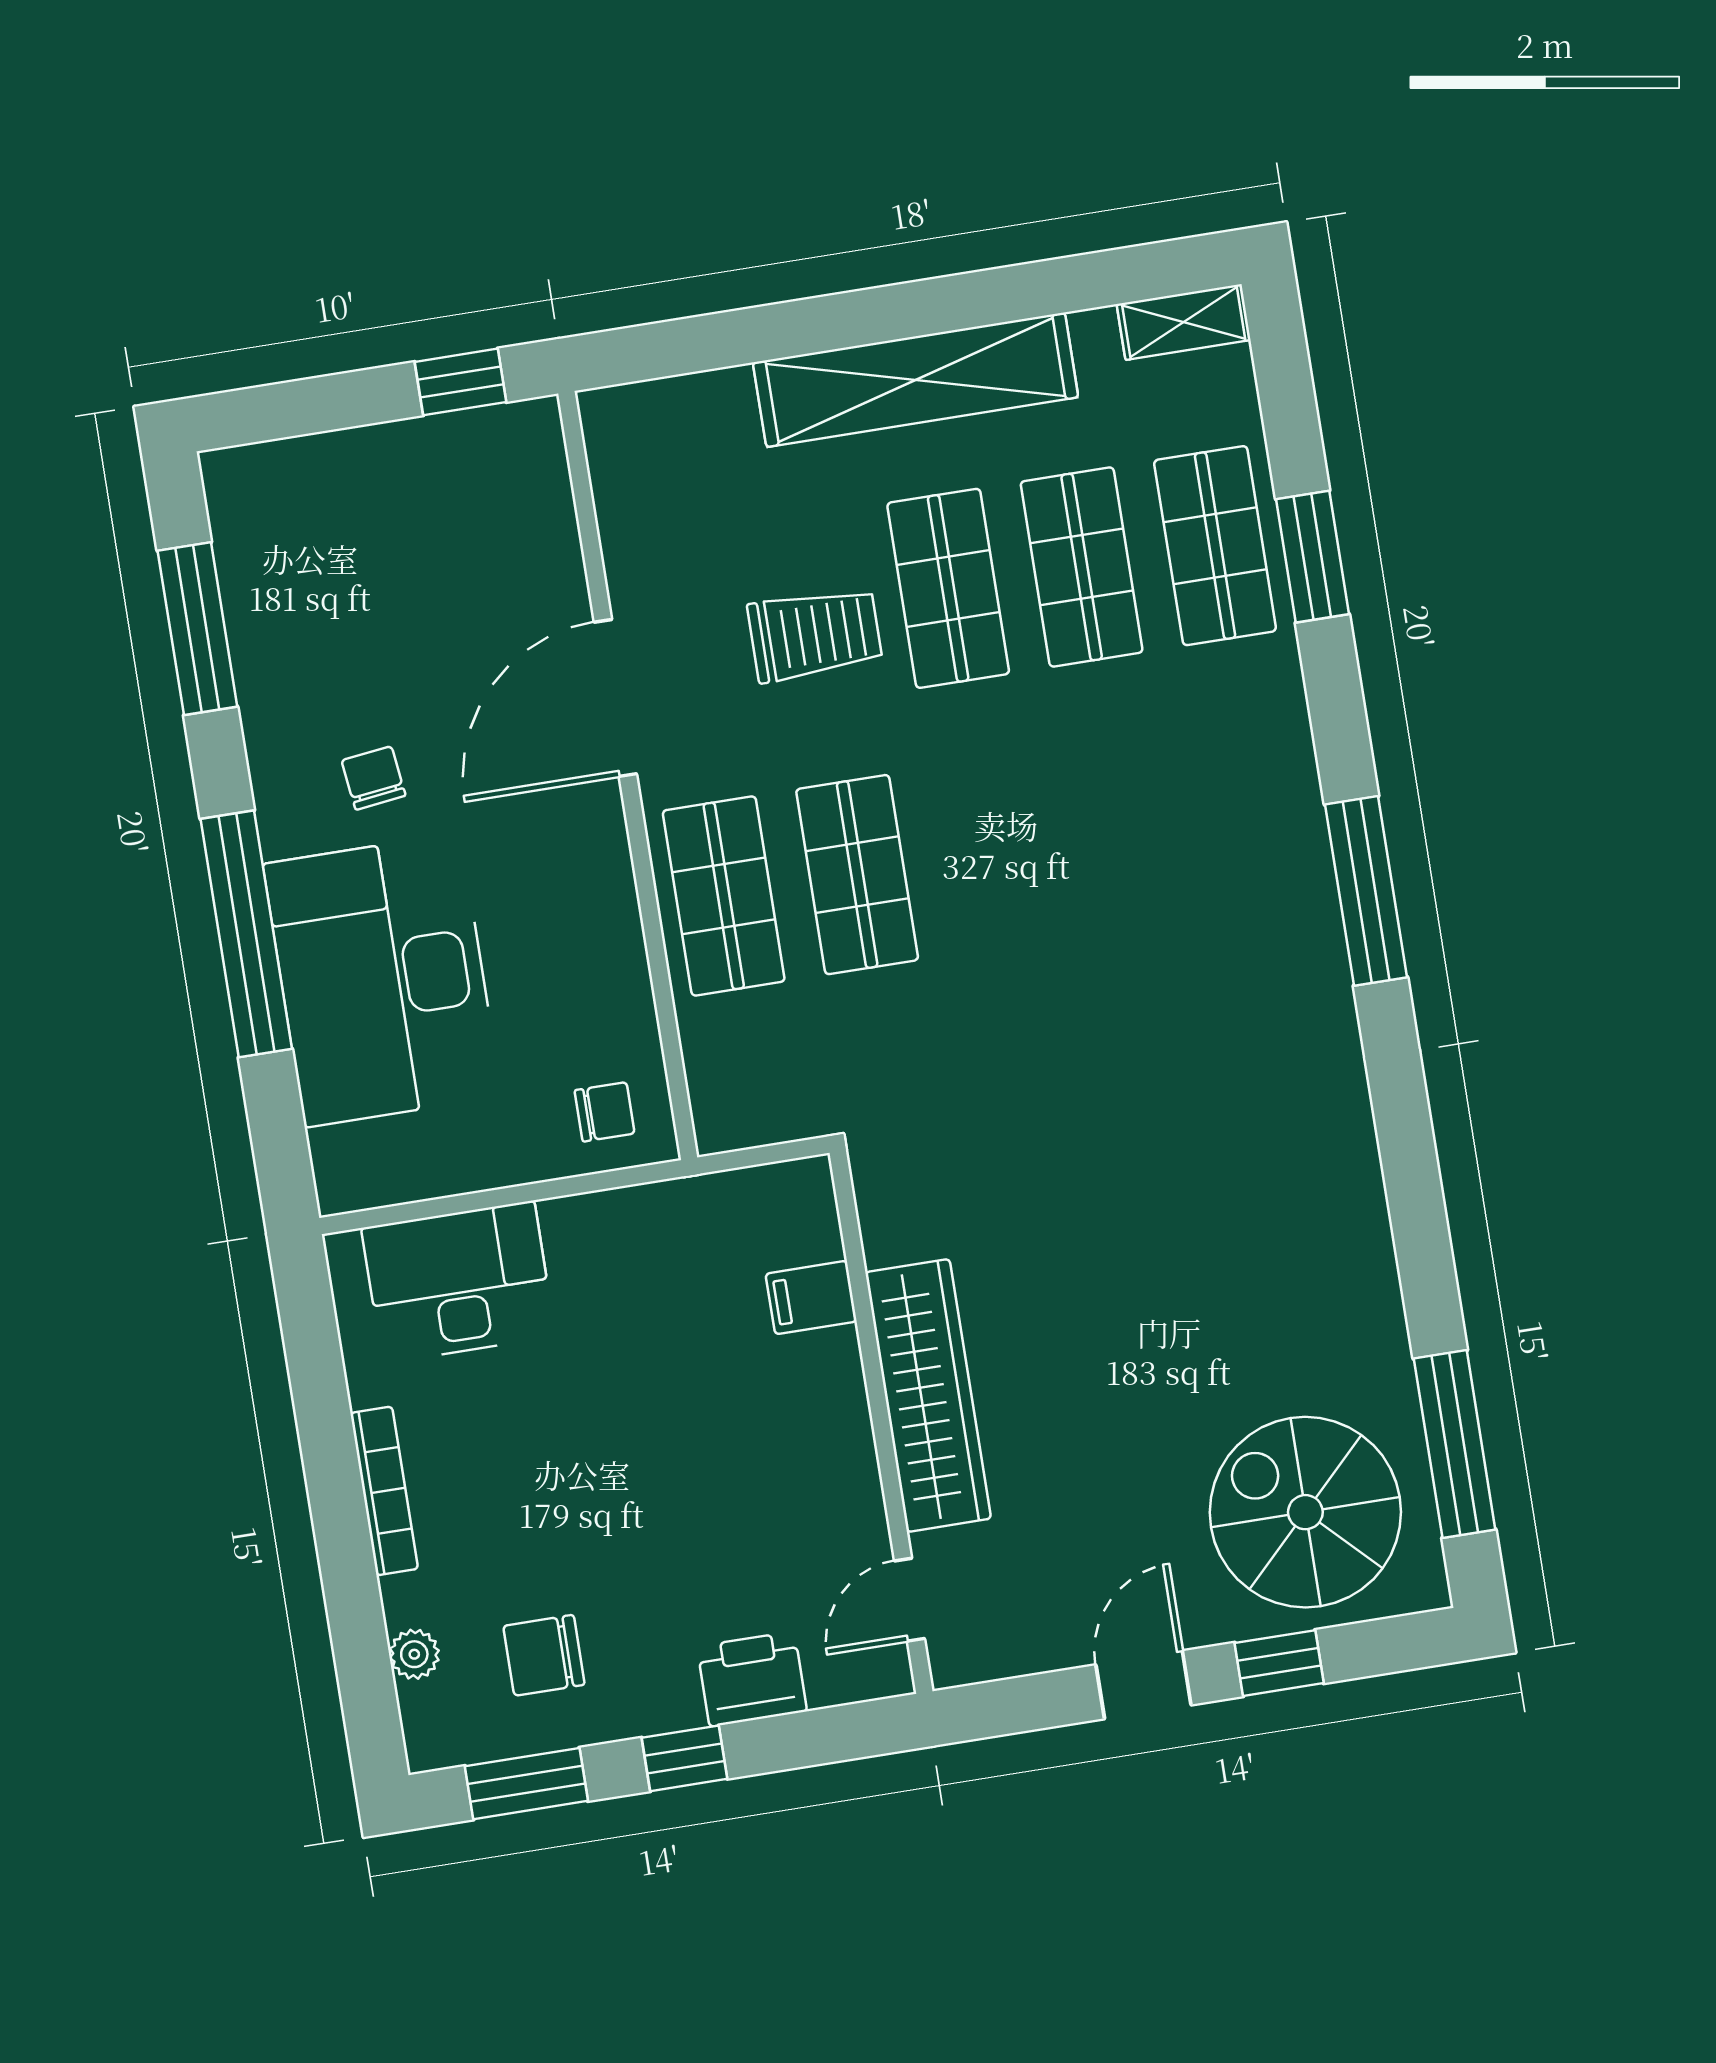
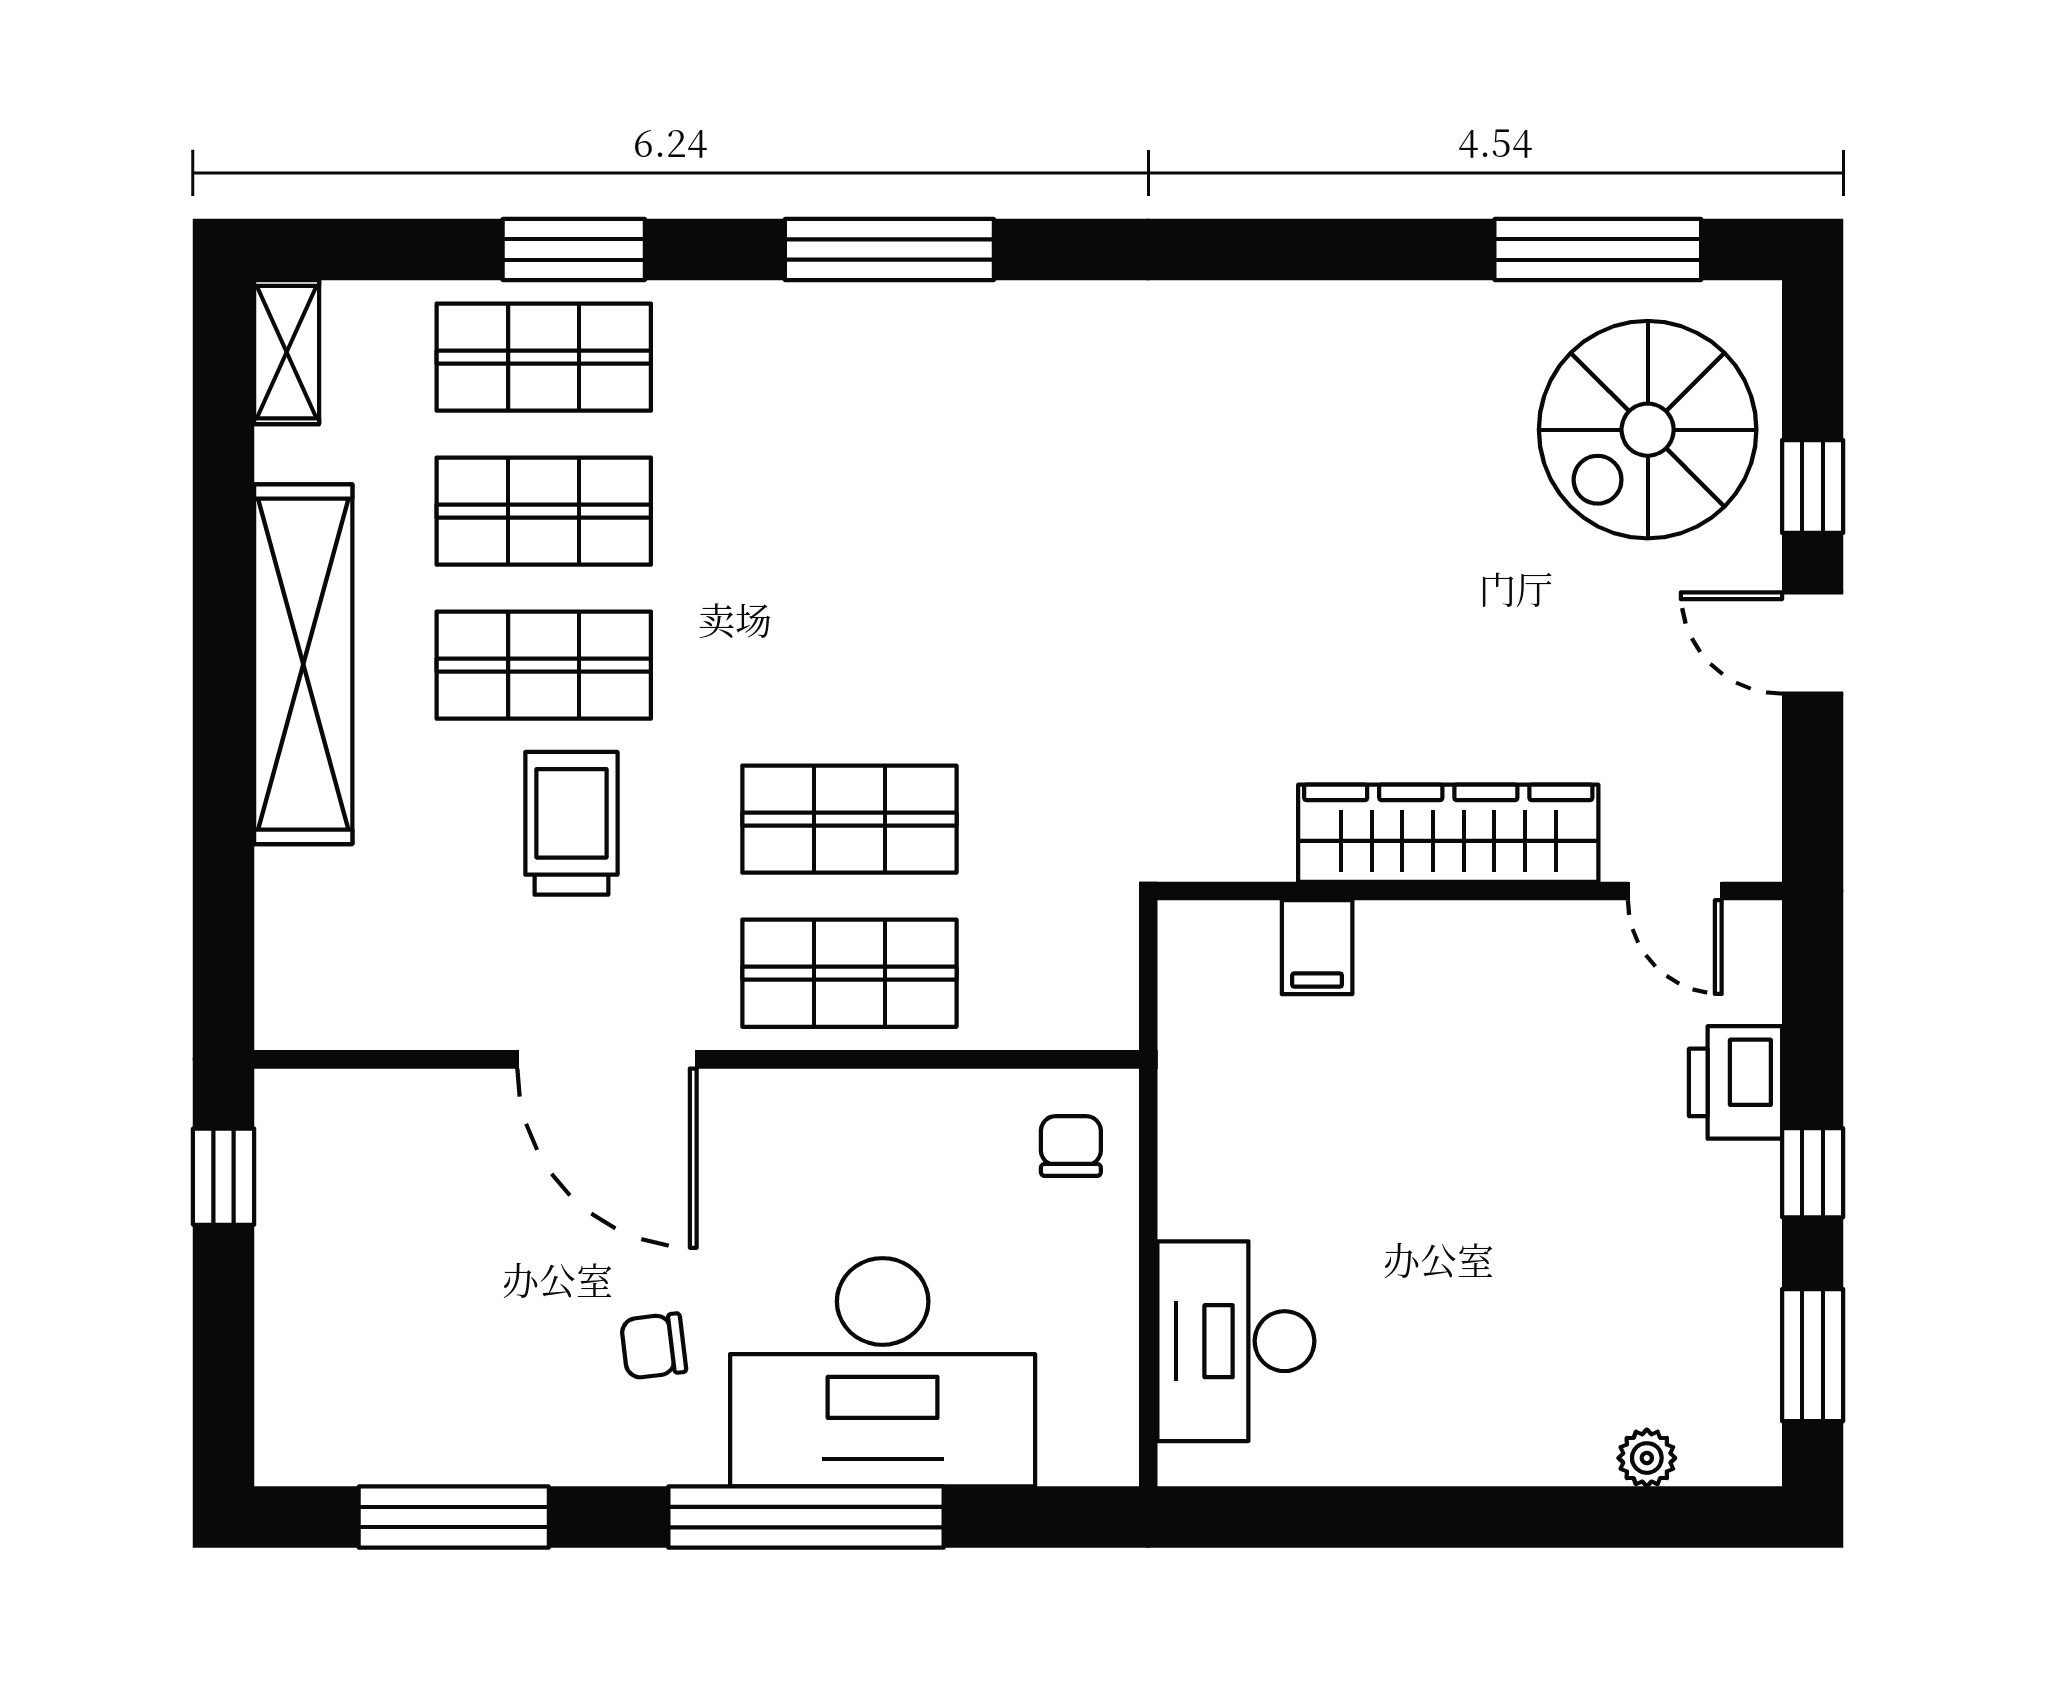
window: (1366, 891) -> (889, 250), moved
bookcase: (384, 1491) -> (1458, 1462), removed
chair: (544, 1655) -> (1671, 1312), removed

